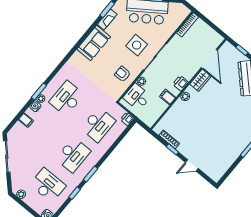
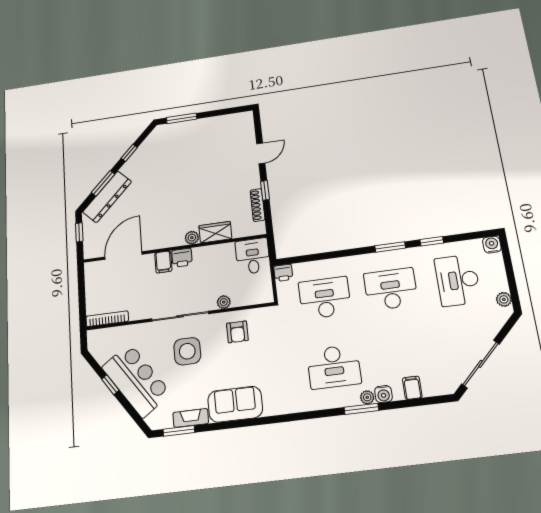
wardrobe: (200, 80) -> (215, 232), moved
desk: (137, 97) -> (253, 256), moved, turned 180
filing cabinet: (168, 97) -> (163, 262), moved
door: (192, 165) -> (261, 153), hinge flipped

